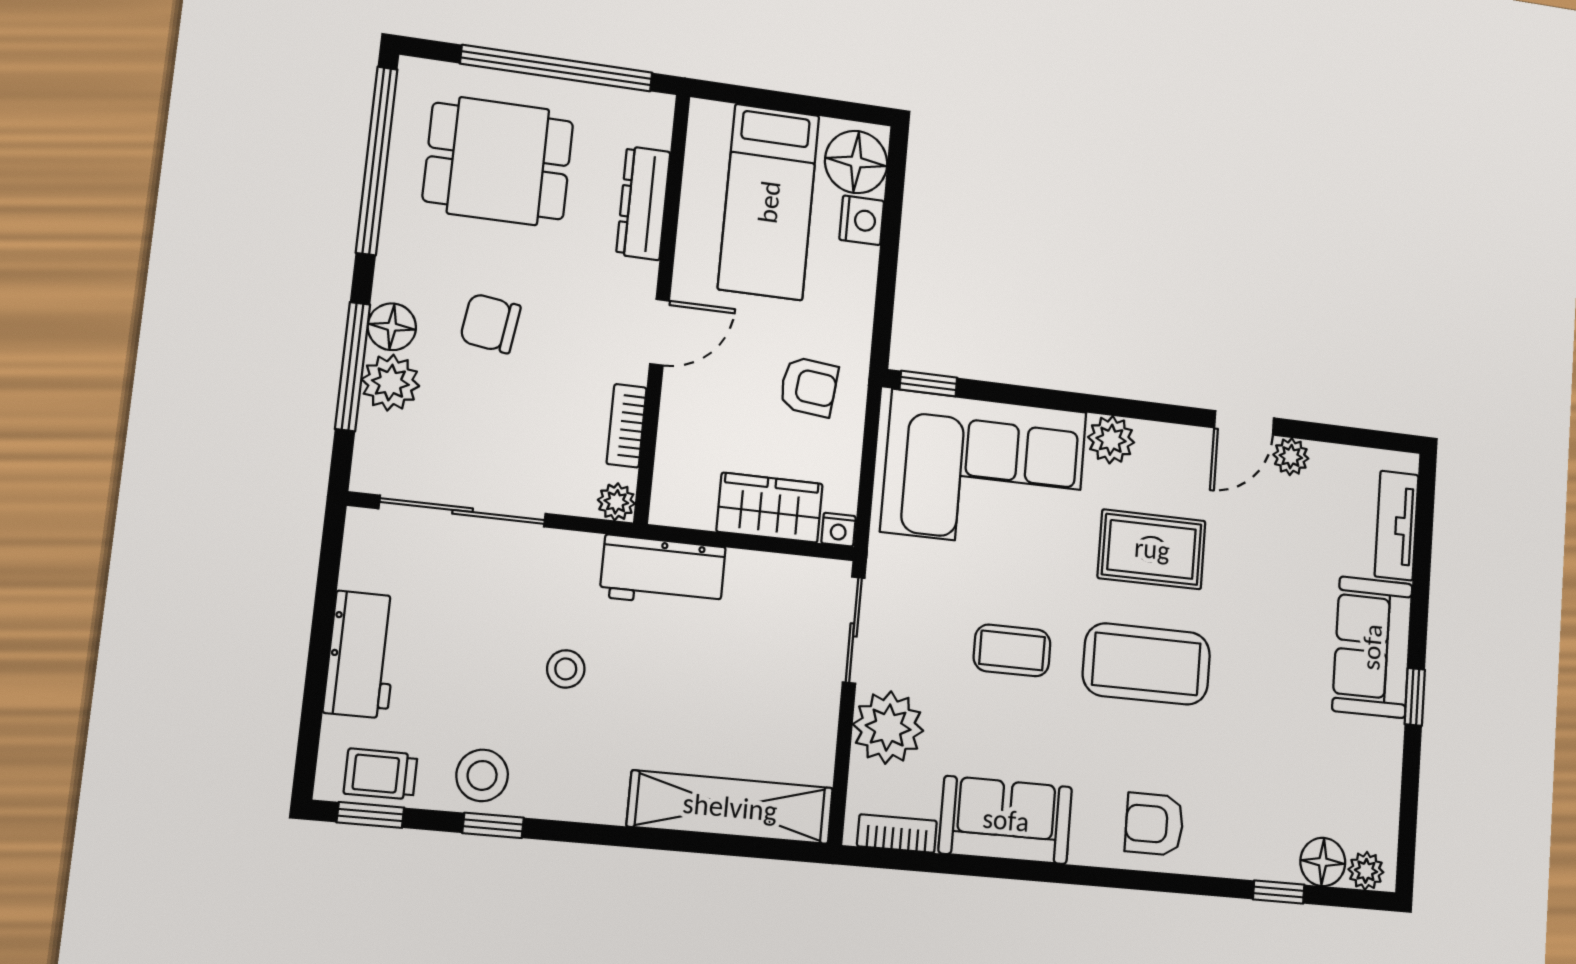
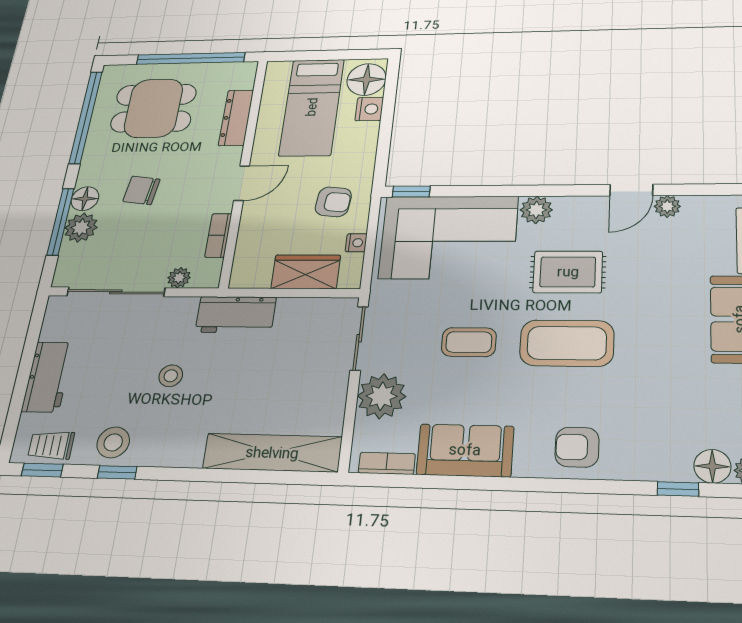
plant: (616, 502) -> (179, 278), moved
nightstand: (838, 530) -> (356, 243), moved, turned -90

